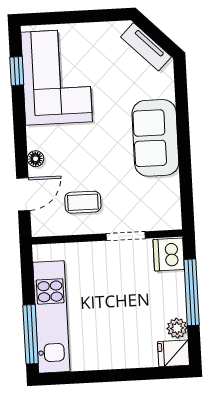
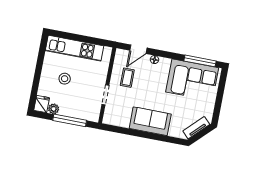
window: (17, 71) -> (200, 61), width x2.17
door: (23, 194) -> (138, 49), hinge flipped
dishwasher: (169, 254) -> (91, 114), removed
stool: (114, 322) -> (65, 79), added
window: (31, 334) -> (68, 36), removed

